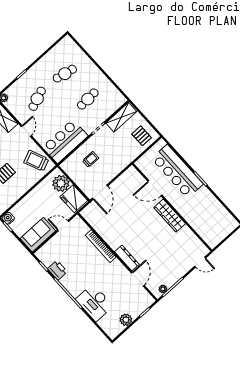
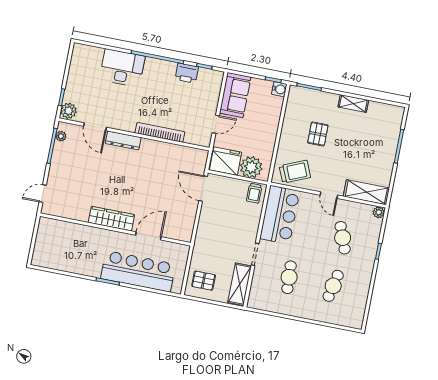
trolley: (91, 159) -> (254, 193), moved
plant: (126, 320) -> (69, 111), moved

